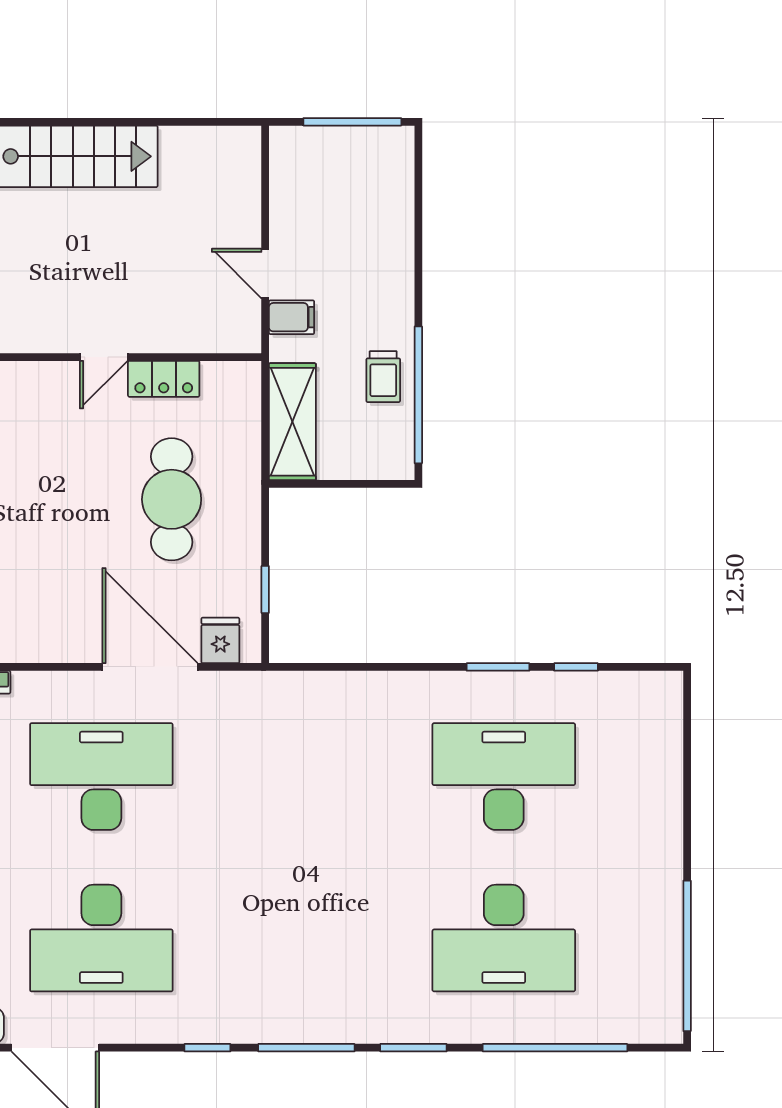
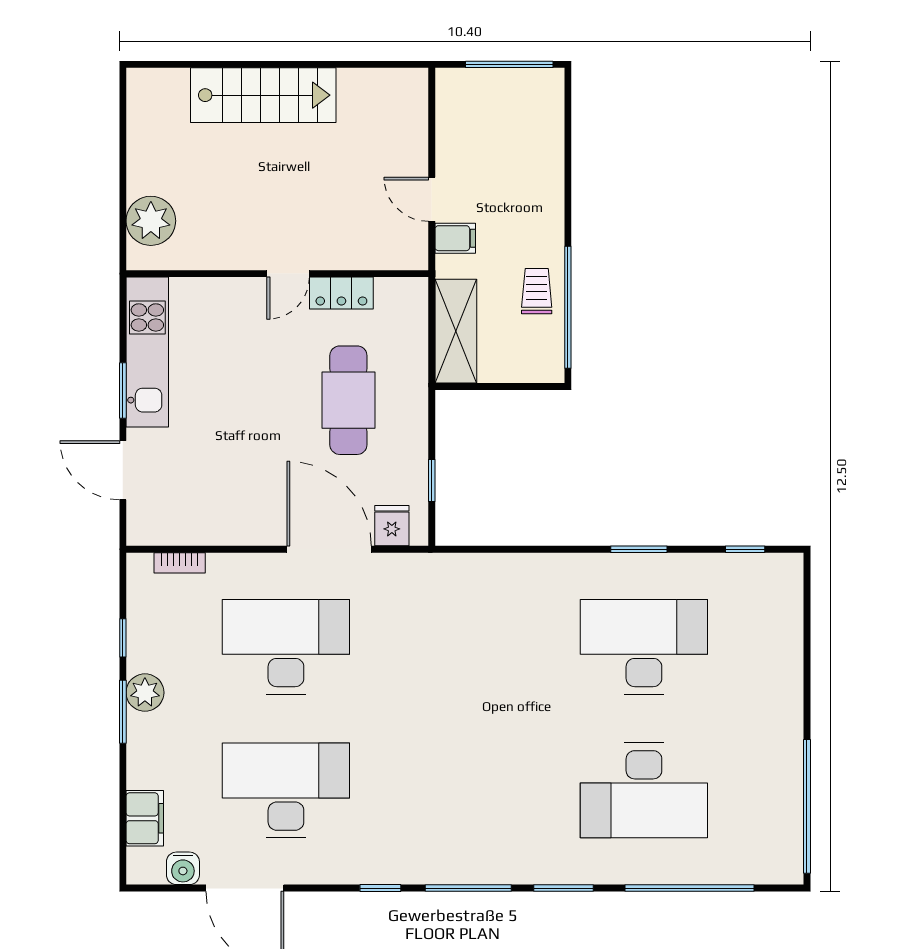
trolley: (383, 377) -> (537, 291), turned 180
window: (576, 667) -> (745, 549), moved
desk: (101, 938) -> (286, 790), turned 180

